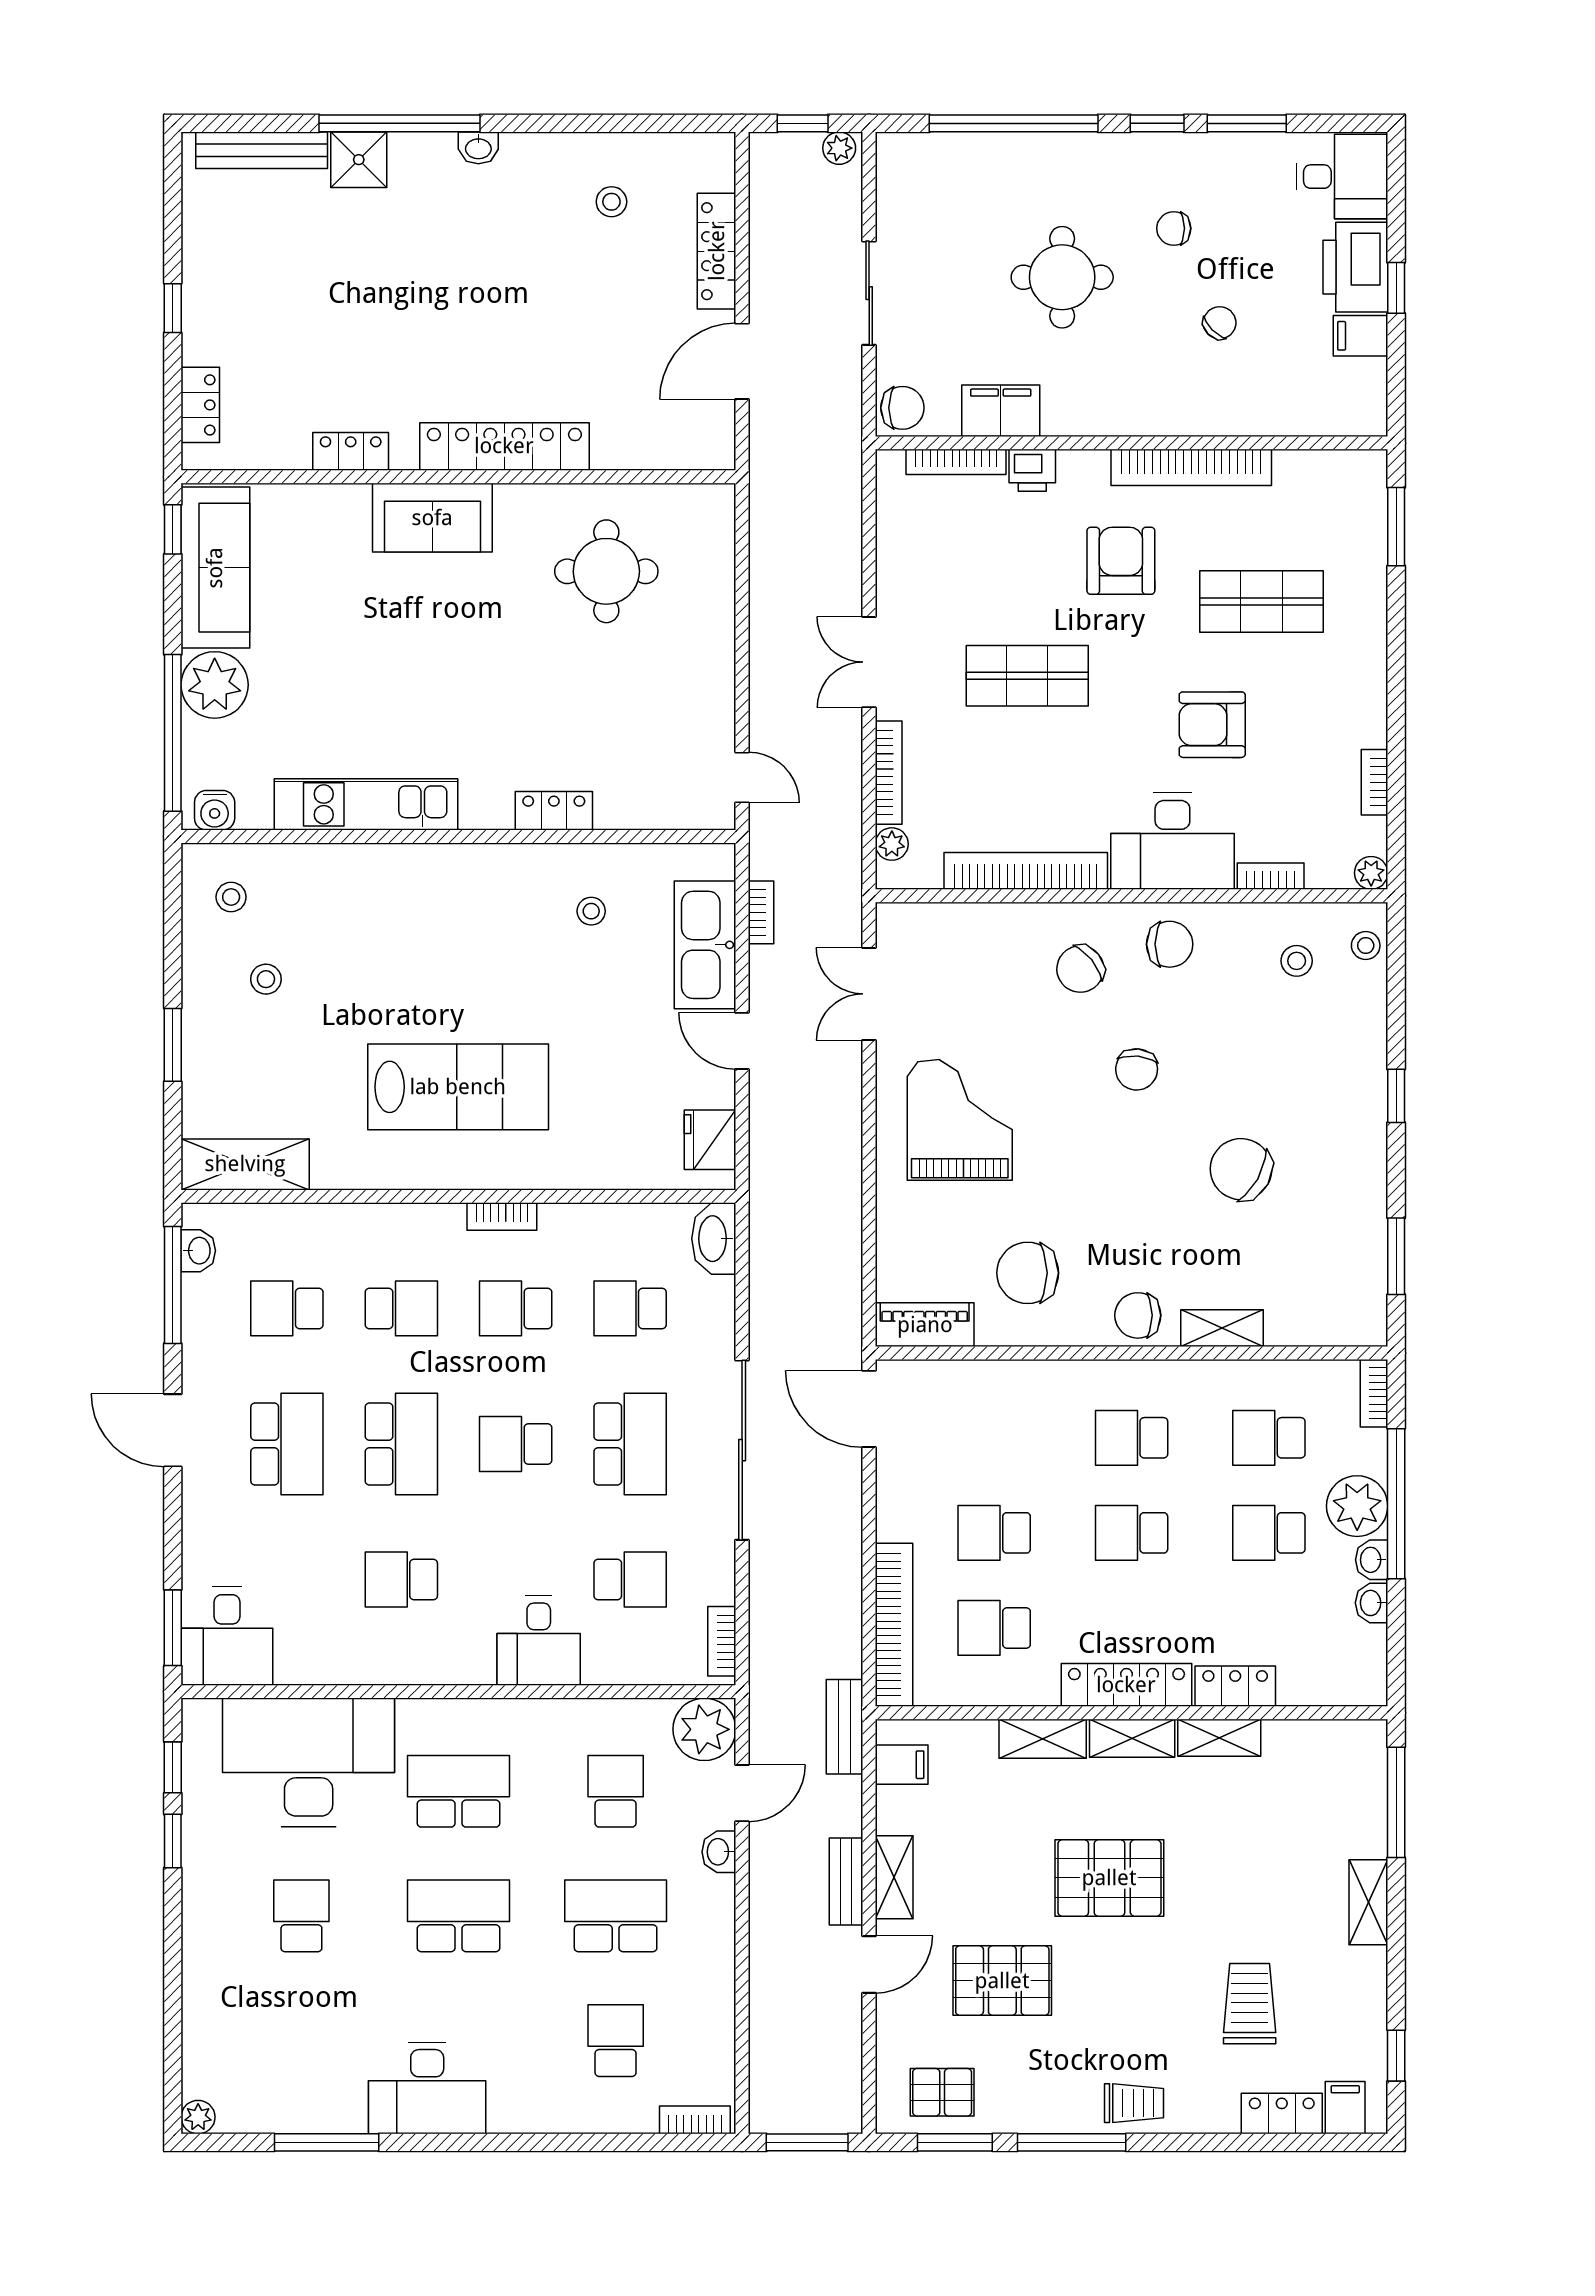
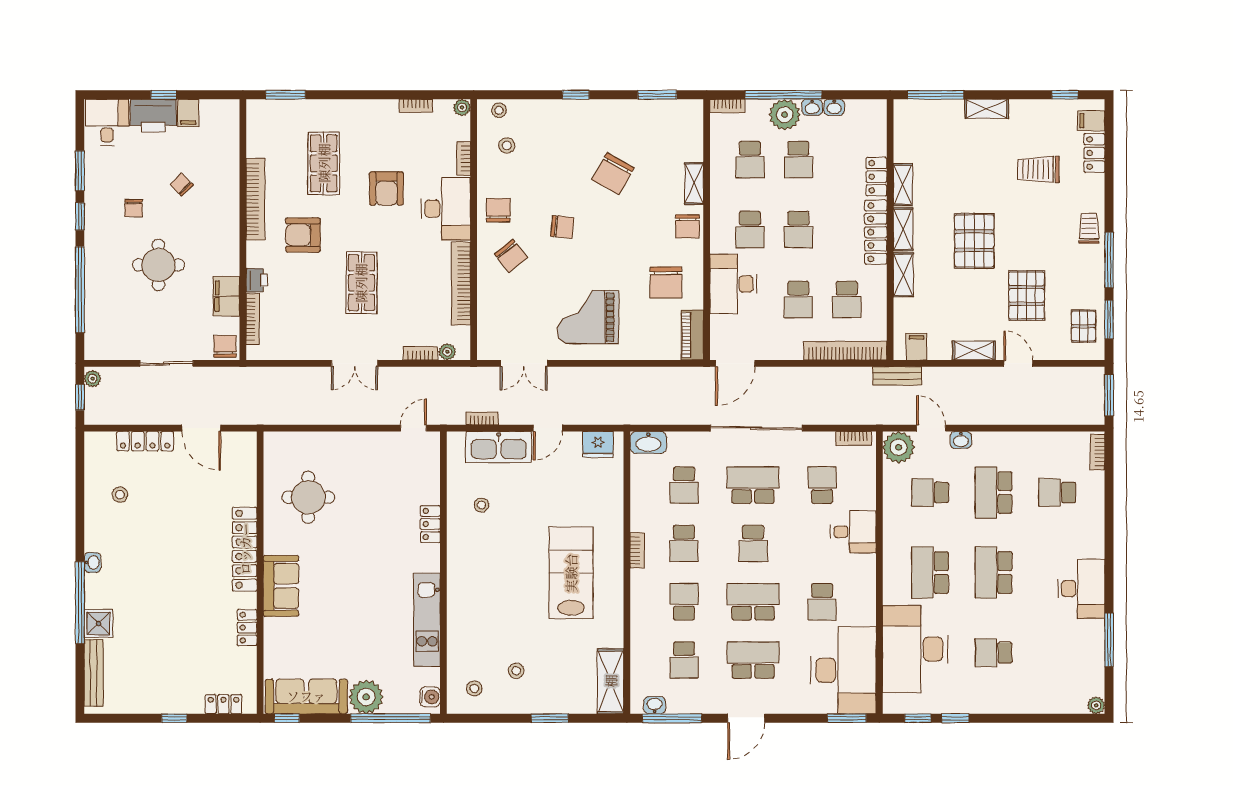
bookcase: (889, 773) -> (420, 353), width x0.64
desk: (1025, 1405) -> (733, 284), added
desk: (227, 1636) -> (843, 670), width x1.87, depth x1.30
bench: (846, 1882) -> (976, 375), removed

